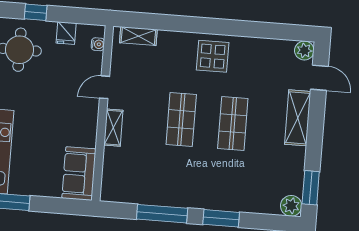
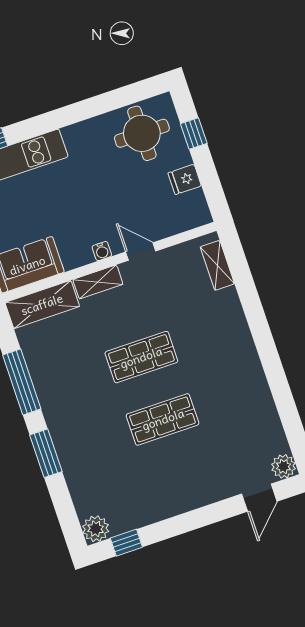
water cooler: (98, 44) -> (102, 251), moved
display table: (213, 56) -> (231, 362), removed
shelving: (298, 118) -> (42, 304), moved
window: (311, 188) -> (126, 543), width x0.67

